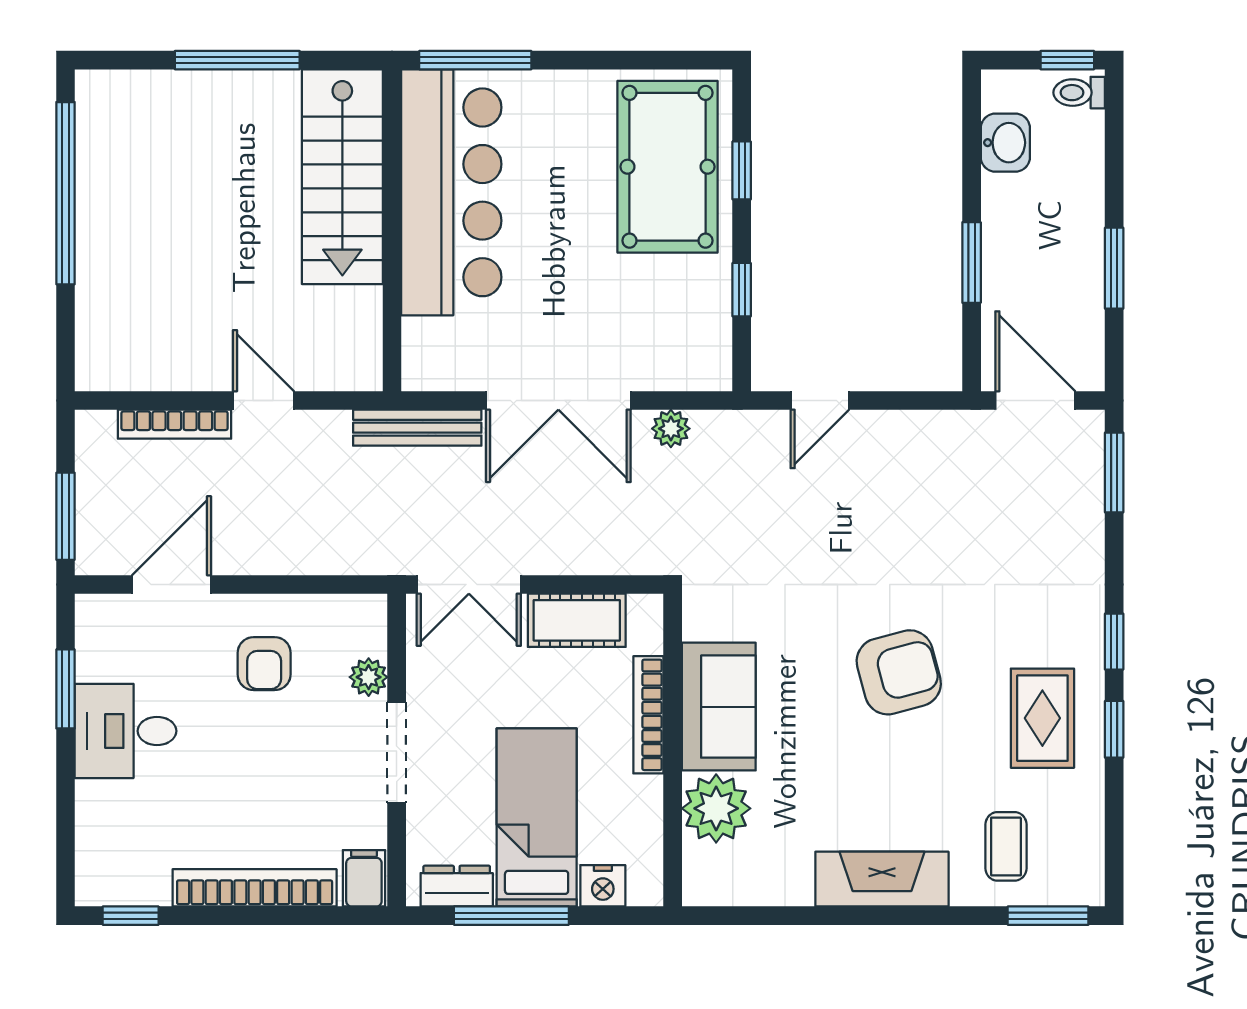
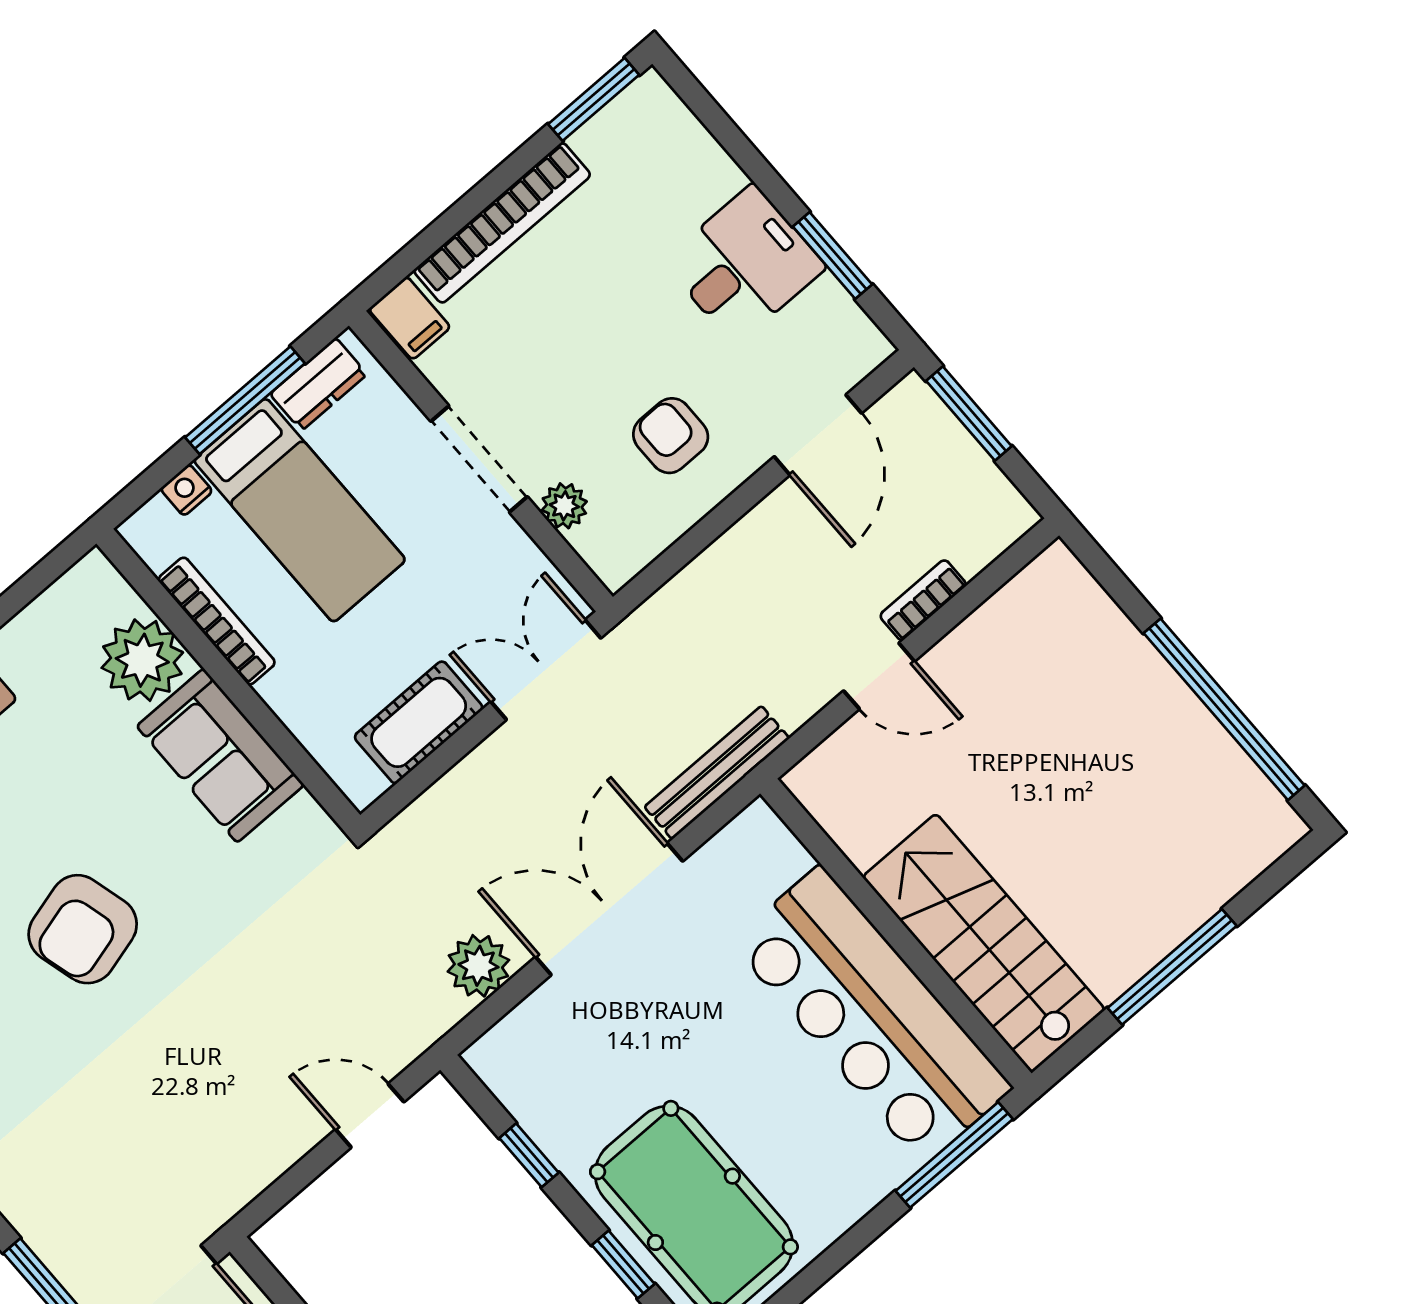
door: (820, 400) -> (370, 1116), hinge flipped
bookcase: (175, 424) -> (923, 600), width x0.64
plant: (671, 429) -> (478, 966), width x1.38, depth x1.38
bookcase: (648, 715) -> (217, 621), moved
nightstand: (603, 886) -> (186, 490), width x0.72, depth x0.74
window: (131, 916) -> (594, 99), width x1.50

